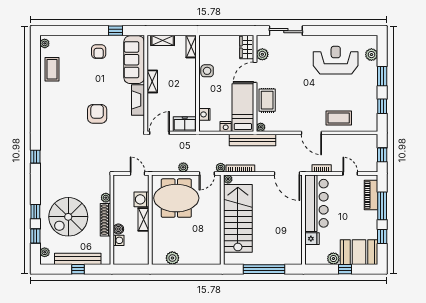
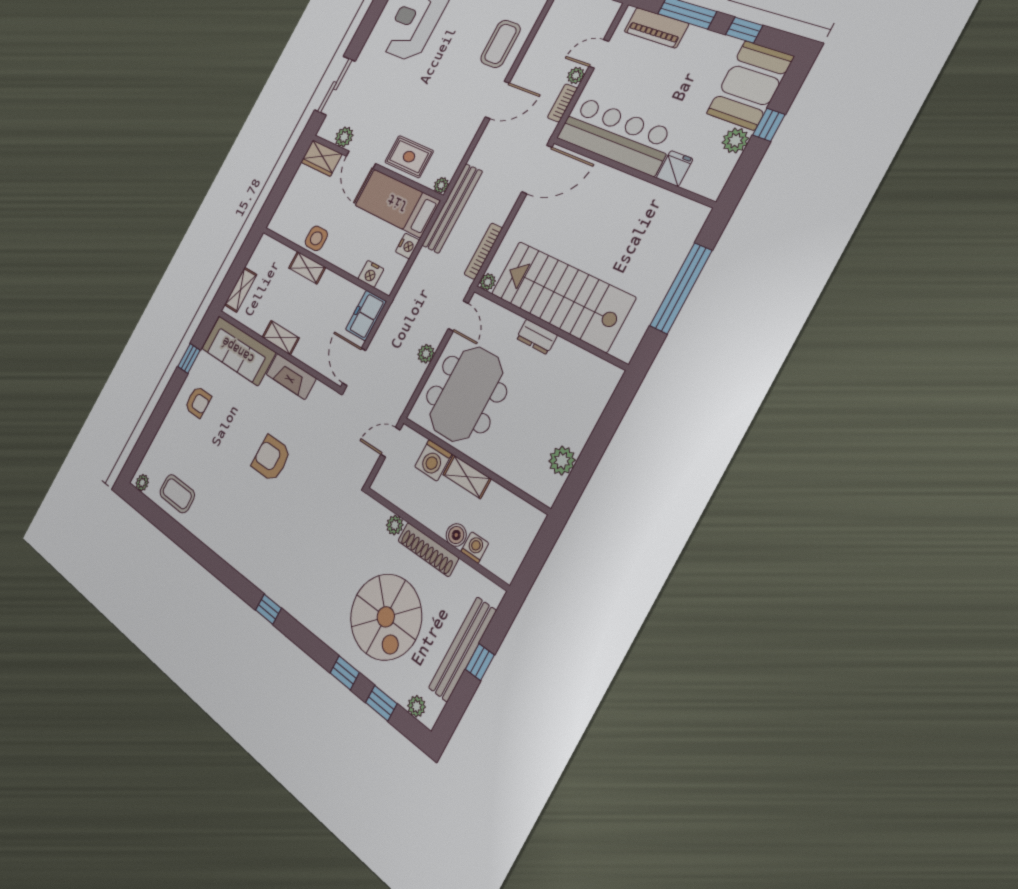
shelving: (191, 47) -> (307, 268), moved
plant: (221, 168) -> (576, 75), moved
dresser: (216, 217) -> (537, 337), added

